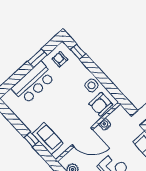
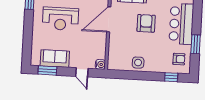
armchair: (101, 104) -> (146, 23), moved
water cooler: (105, 124) -> (100, 64), moved

